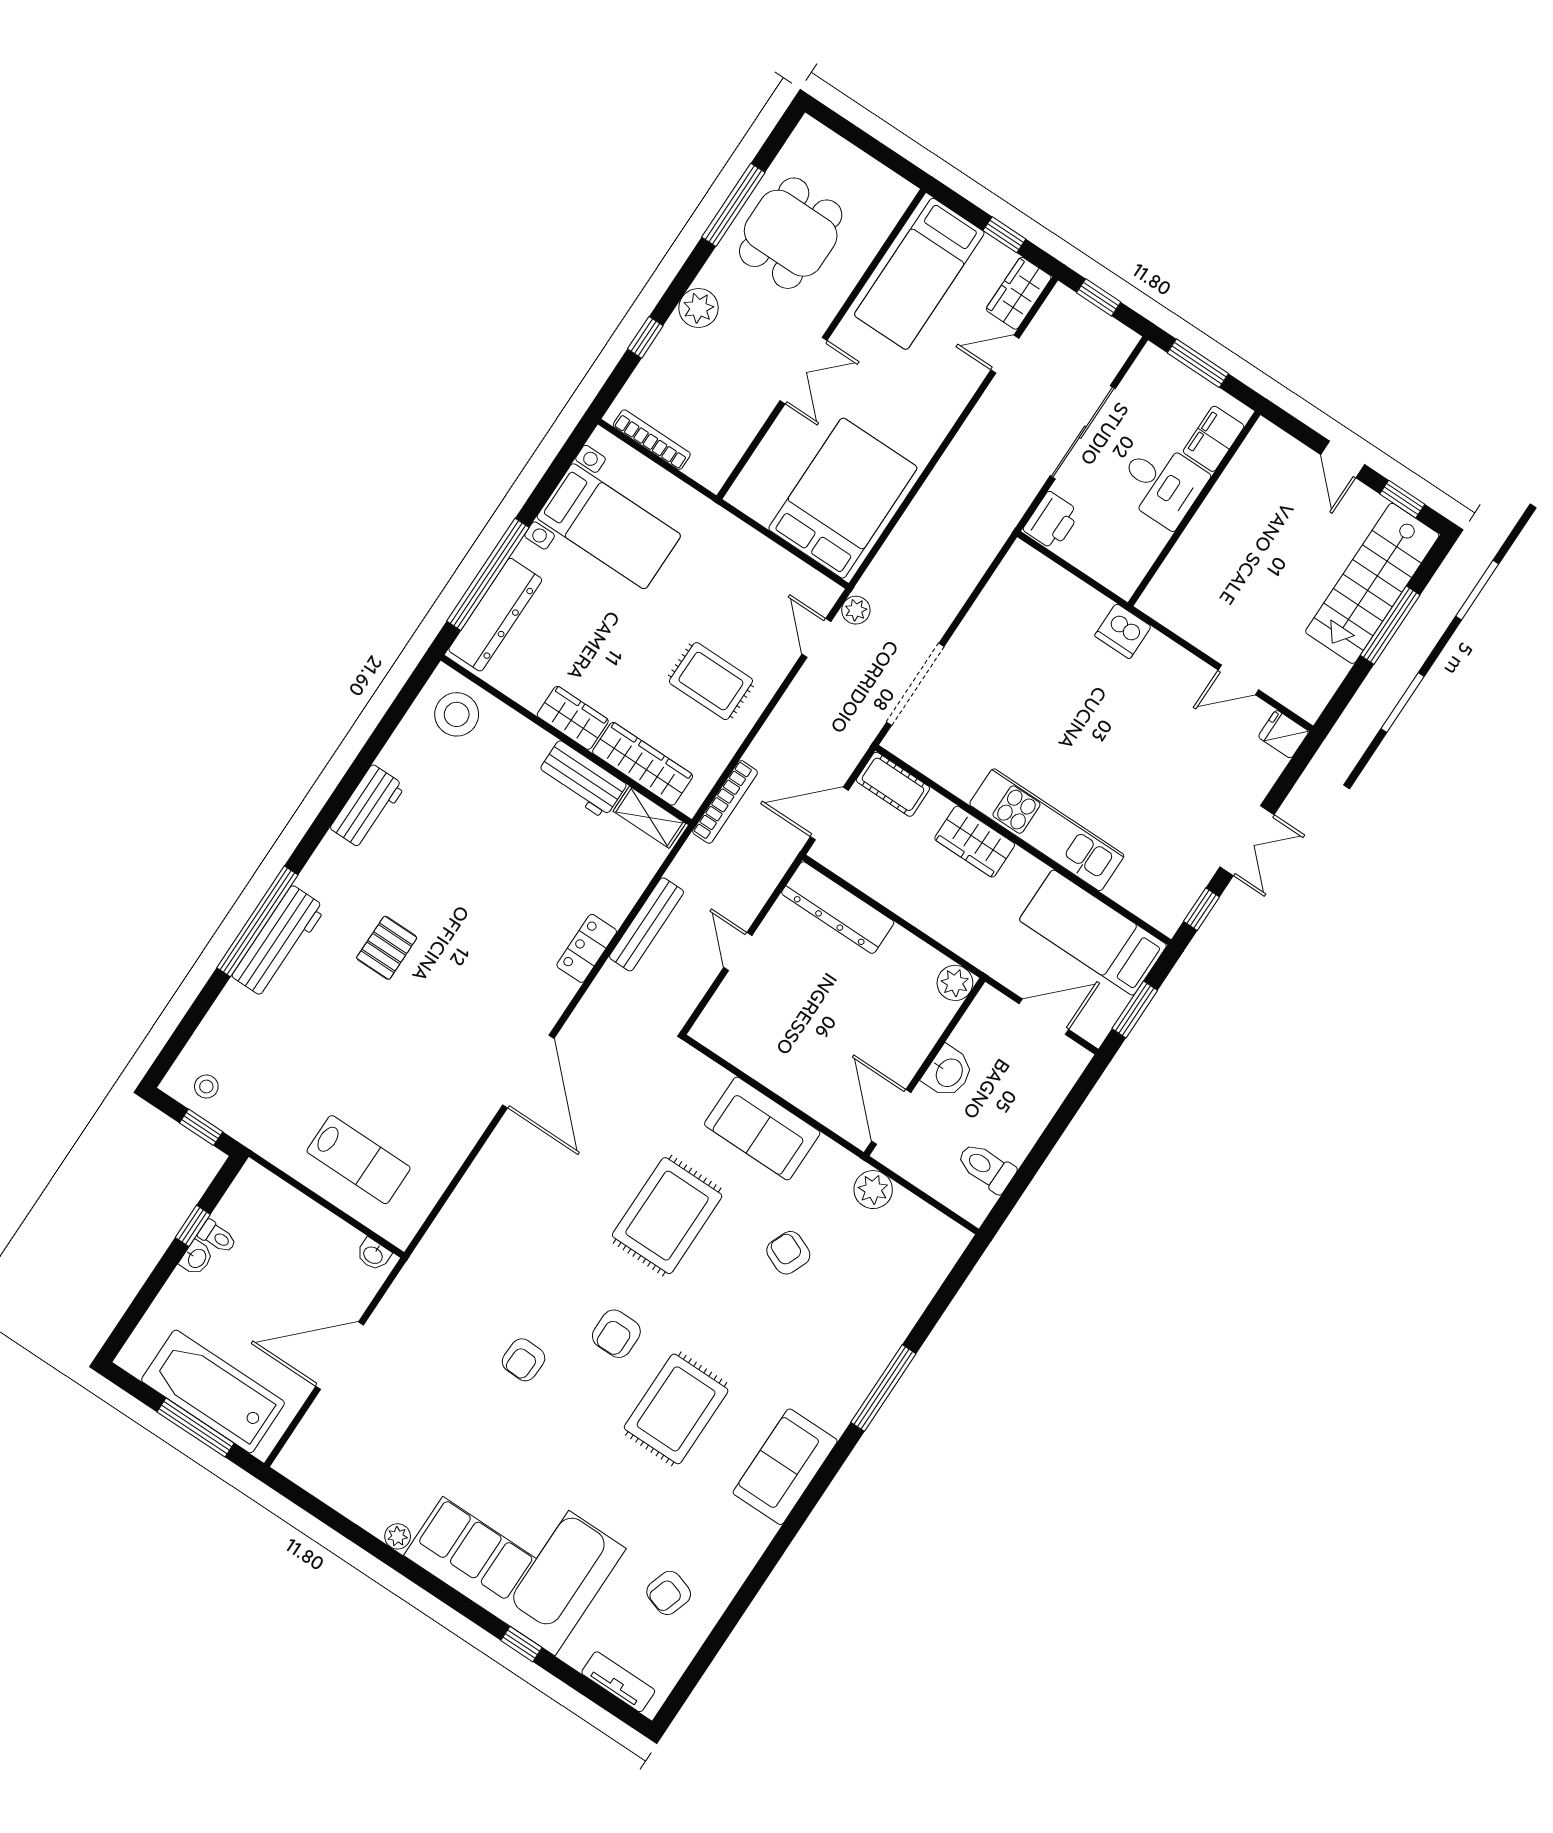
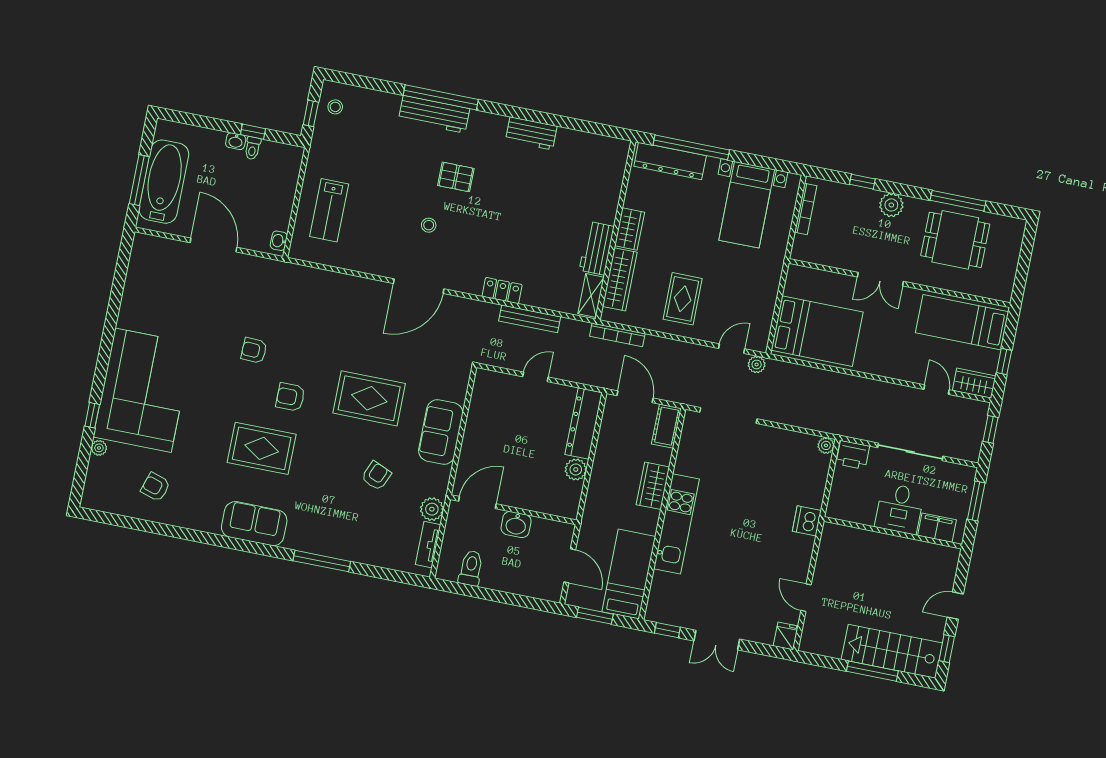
plant: (1021, 556) -> (826, 445), added
stool: (457, 714) -> (429, 225), moved, width x0.53, depth x0.53
plant: (955, 983) -> (576, 469), moved
plant: (398, 1536) -> (99, 448), moved
tv unit: (618, 1682) -> (428, 545), moved, turned 180

